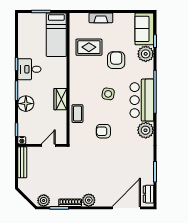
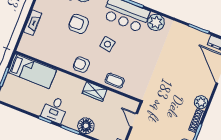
rug: (89, 47) -> (56, 45), removed
armchair: (103, 131) -> (81, 65), moved, turned 90

